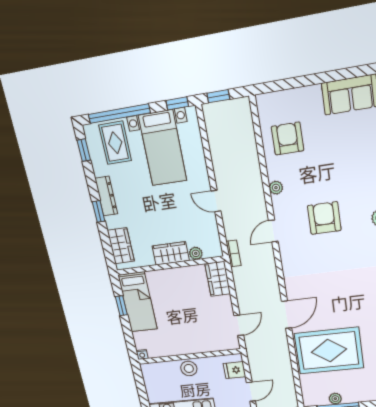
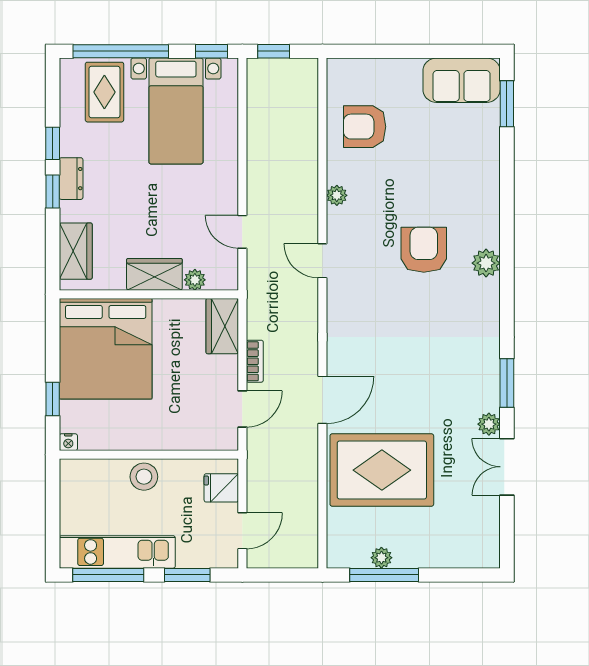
armchair: (288, 139) -> (365, 127), turned -90
window: (84, 150) -> (53, 143), moved
dresser: (106, 196) -> (71, 179), width x0.70
door: (216, 201) -> (242, 232), moved
armchair: (324, 218) -> (424, 250), moved
door: (273, 231) -> (322, 261), hinge flipped
bookcase: (233, 253) -> (255, 361), moved
bed: (138, 302) -> (106, 349), width x2.04
window: (121, 306) -> (53, 399), moved

